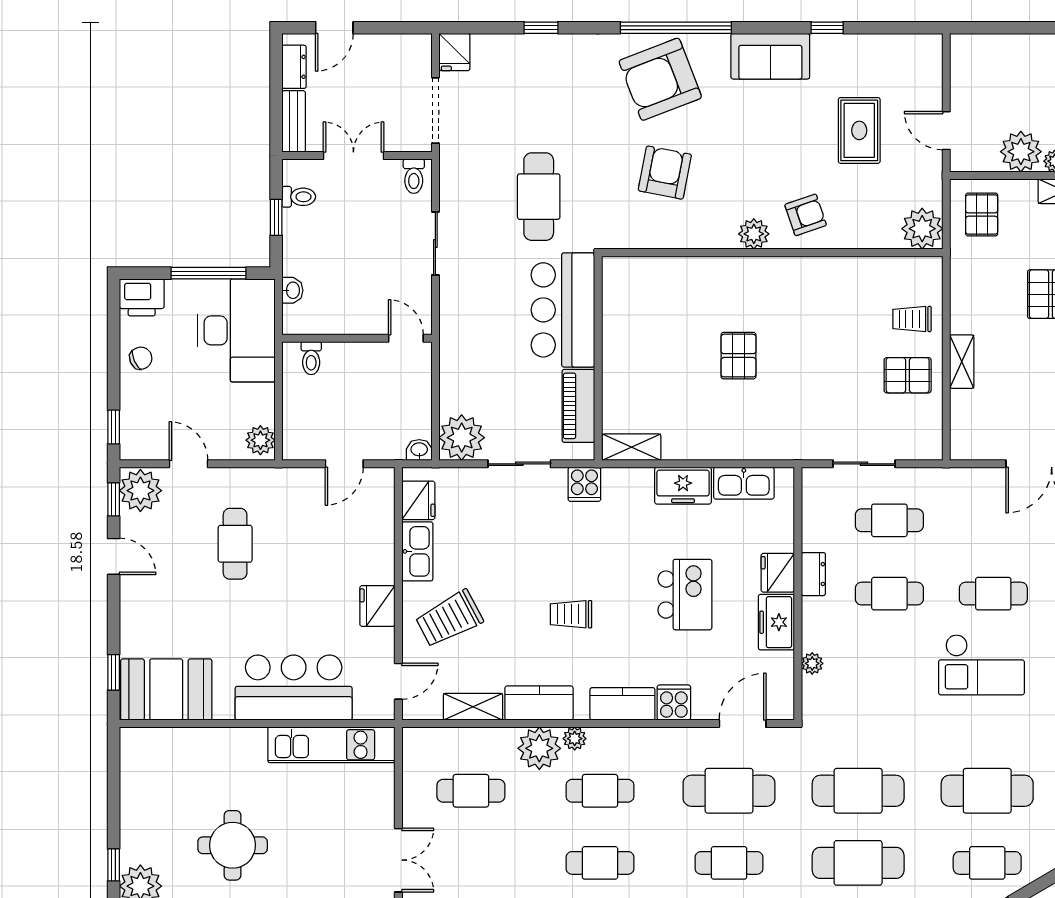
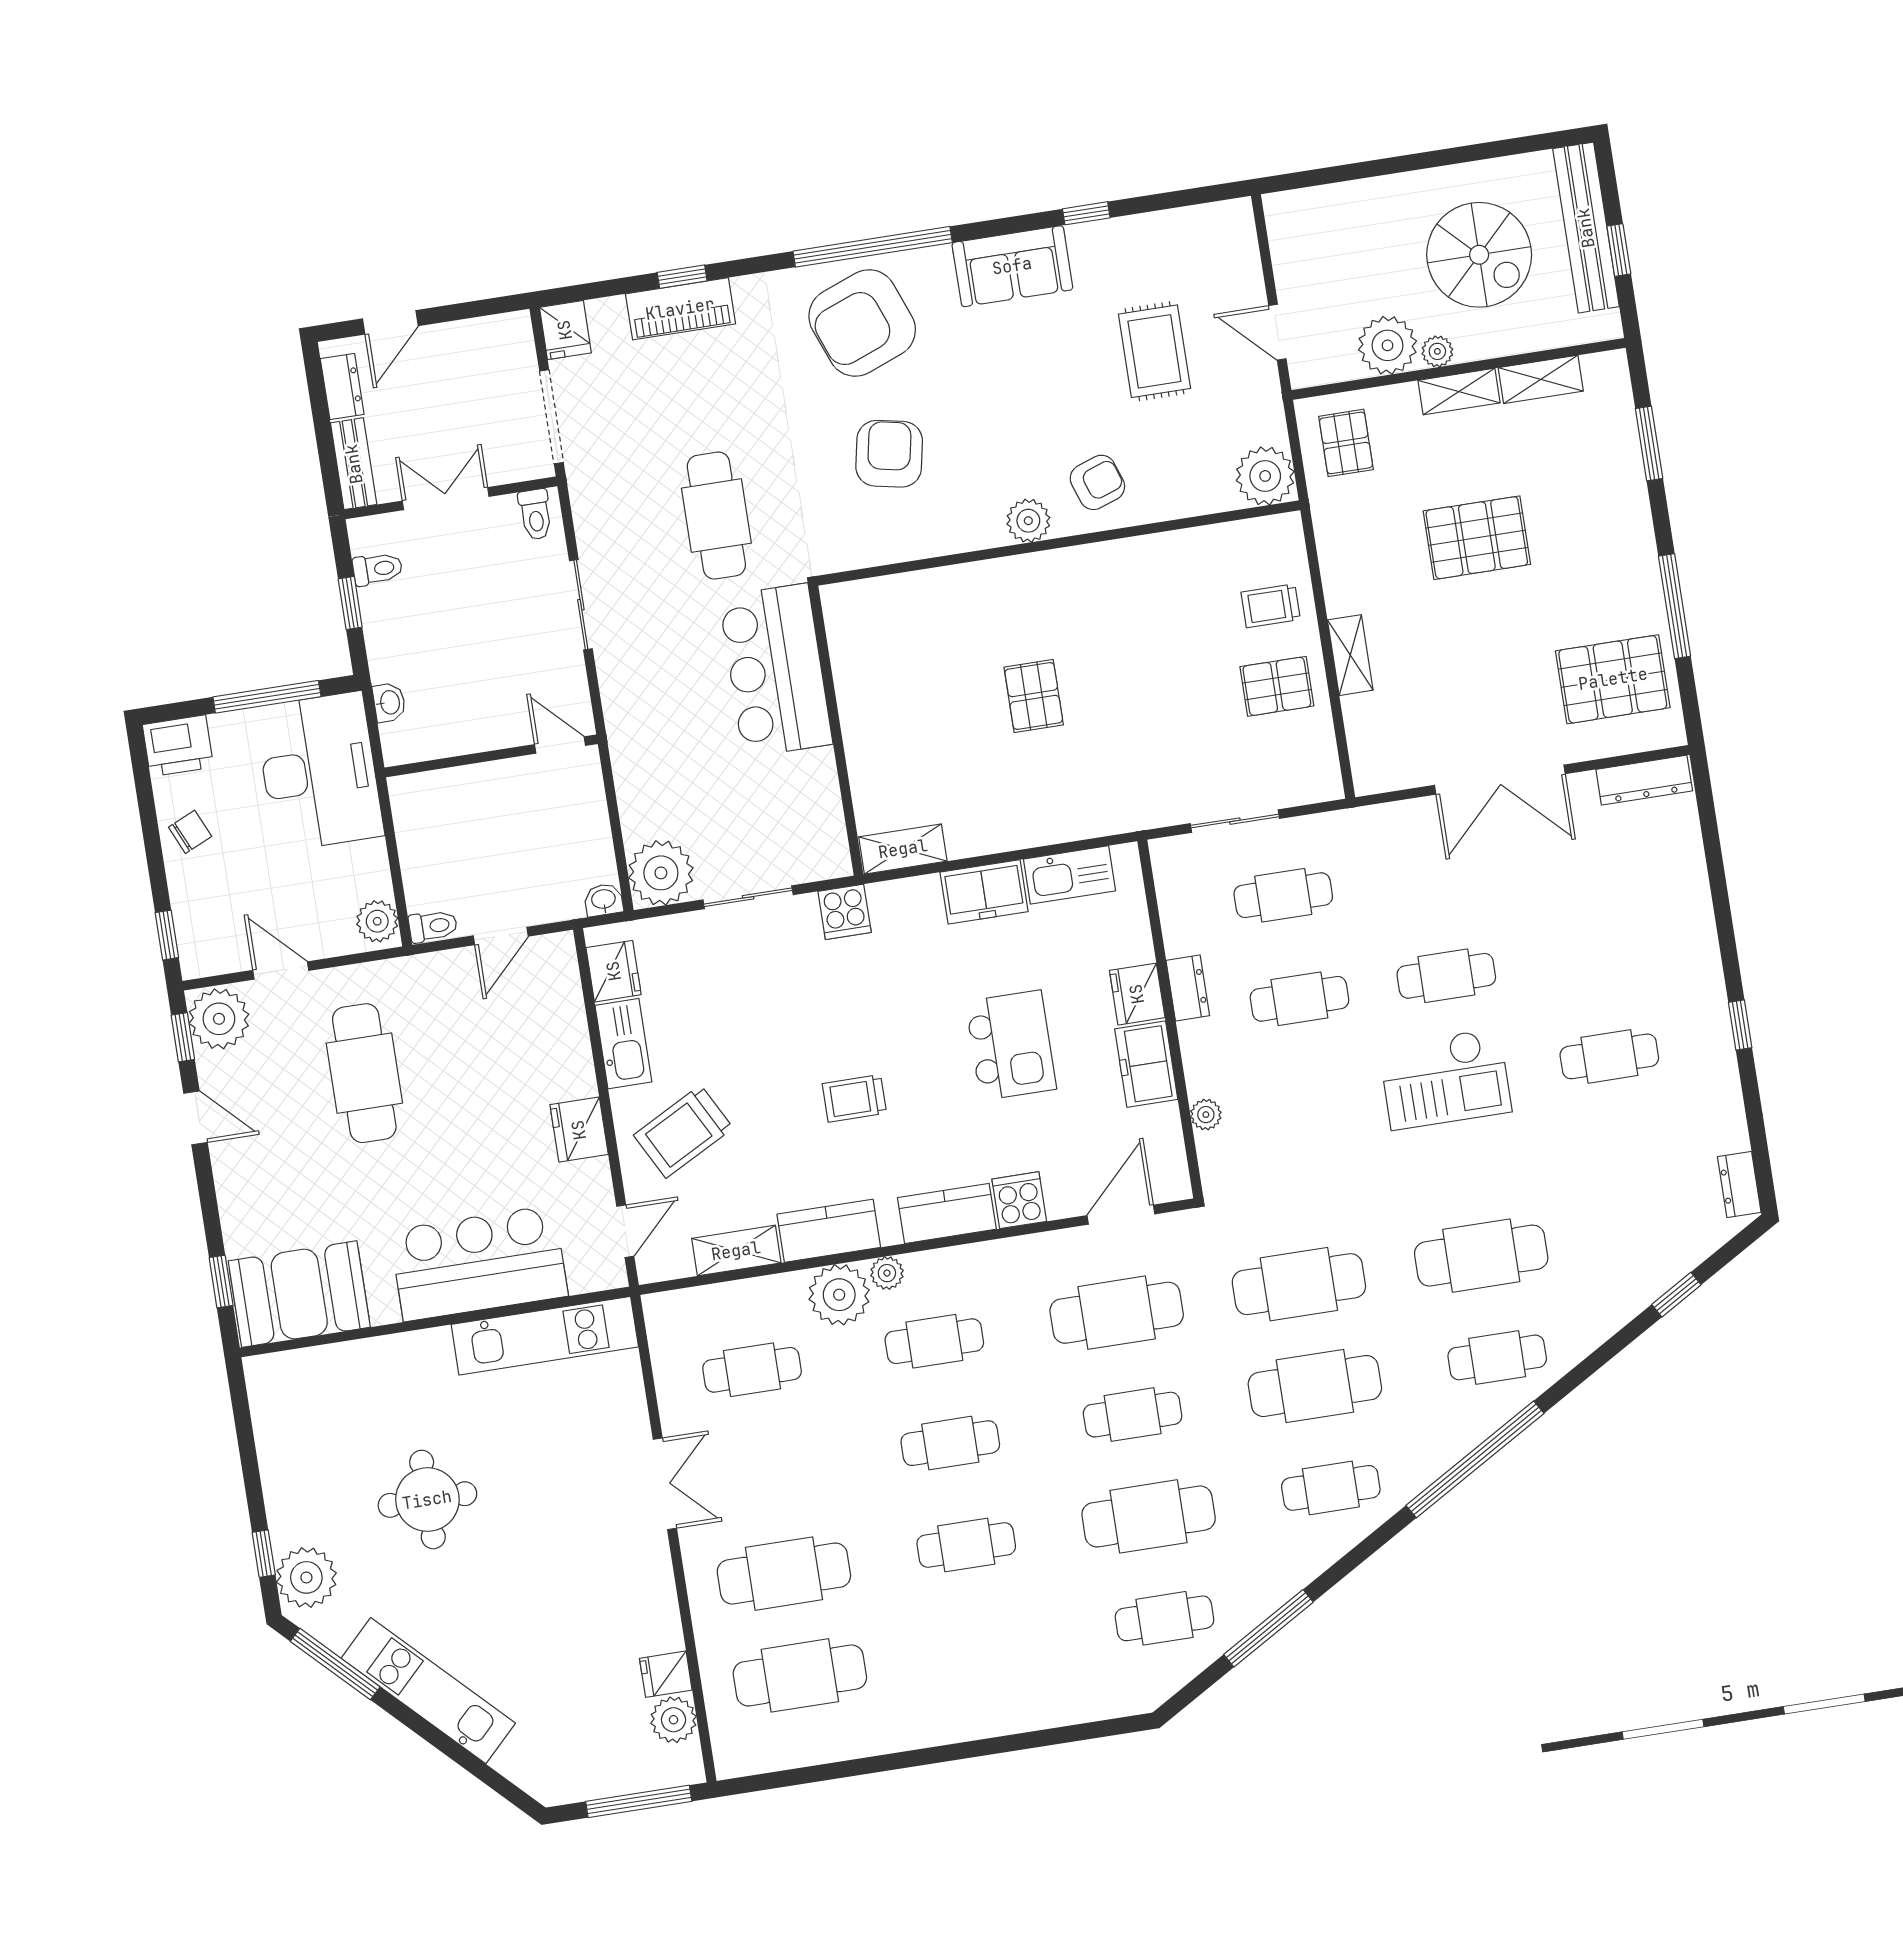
toilet: (311, 358) -> (433, 926), moved, turned -90
piano: (578, 406) -> (680, 309), moved, turned -90
cafe table: (235, 544) -> (364, 1073), width x1.37, depth x1.35

